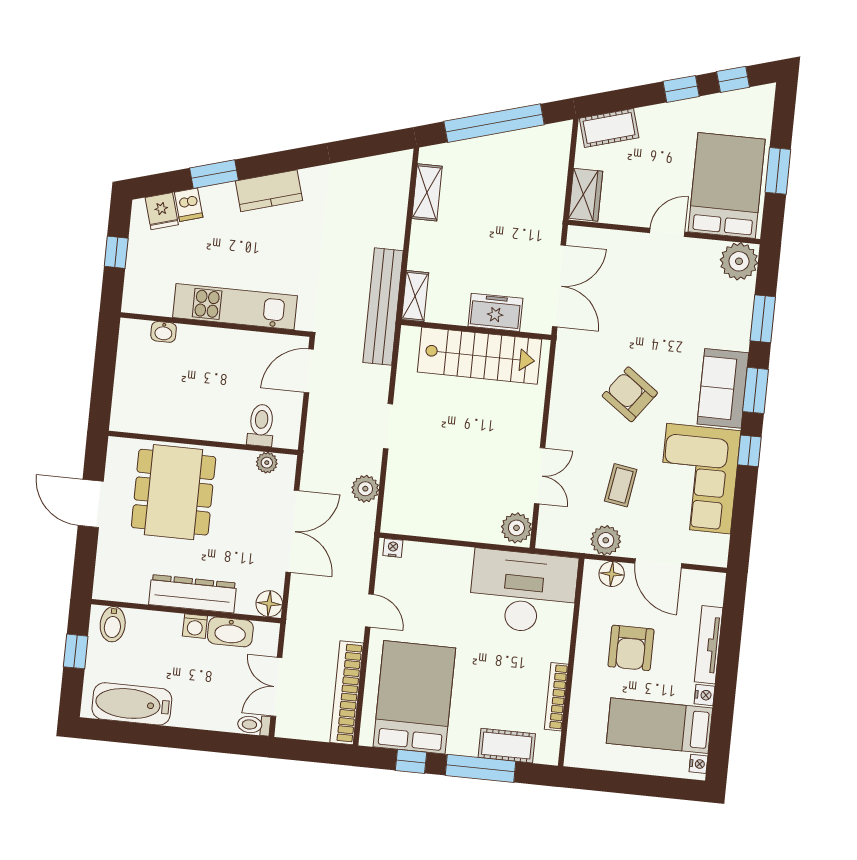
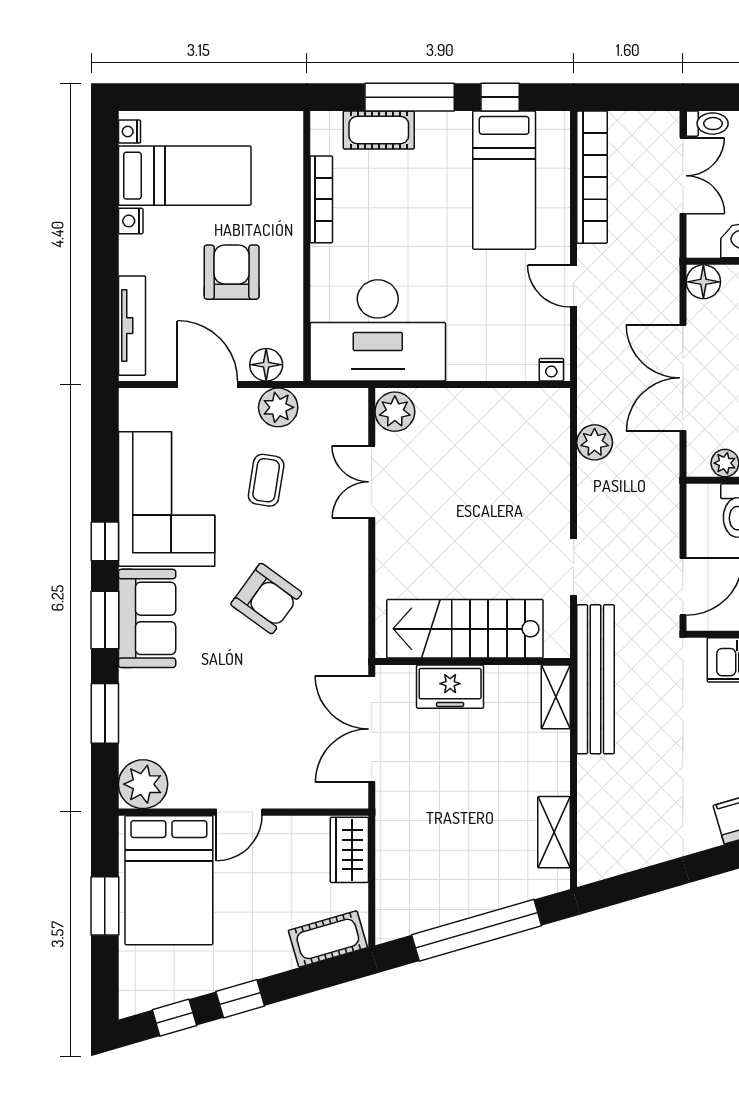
doorway: (388, 426) -> (574, 567), moved
tv unit: (709, 645) -> (132, 326), moved
bed: (414, 697) -> (504, 180), width x0.67

